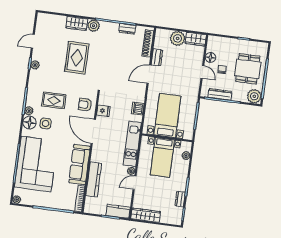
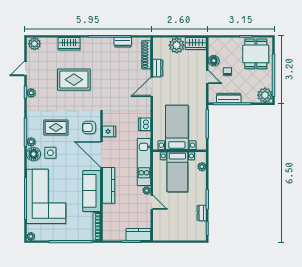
plant: (94, 26) -> (34, 44), moved
rug: (77, 58) -> (74, 80), turned 90
dining table: (248, 69) -> (256, 54), moved
kitchen counter: (94, 180) -> (109, 185), moved
door: (134, 183) -> (152, 202), swing flipped
wardrobe: (146, 215) -> (168, 235), removed

